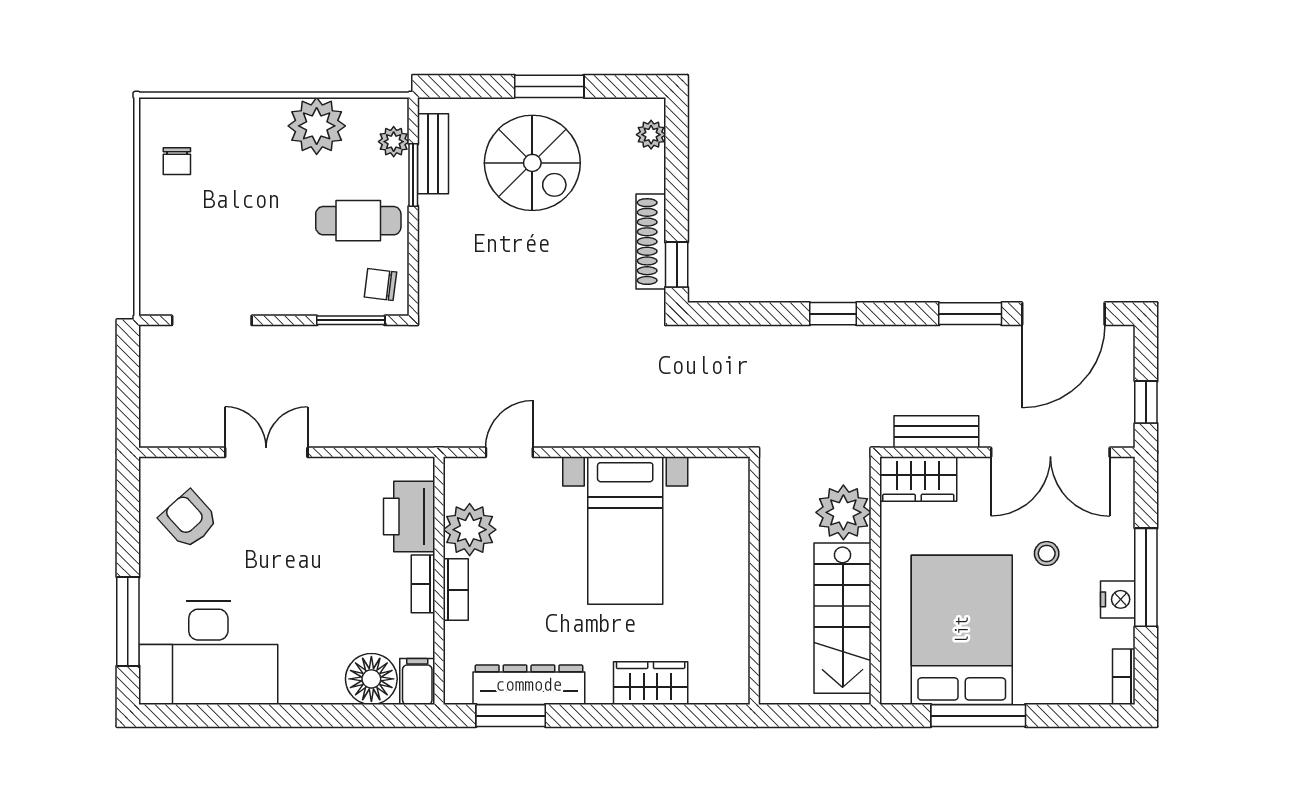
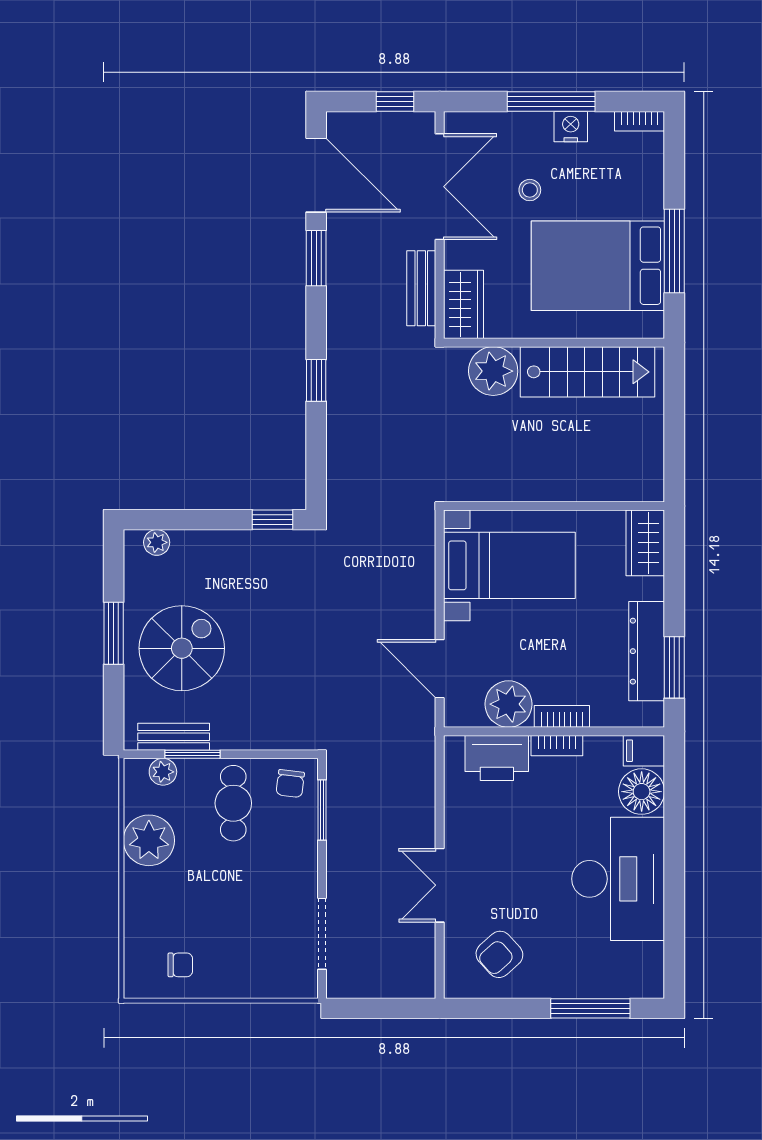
shoe rack: (651, 242) -> (252, 543), removed
door: (509, 452) -> (440, 669), width x1.38
wall: (754, 581) -> (554, 506), moved
desk: (208, 653) -> (618, 879), moved

